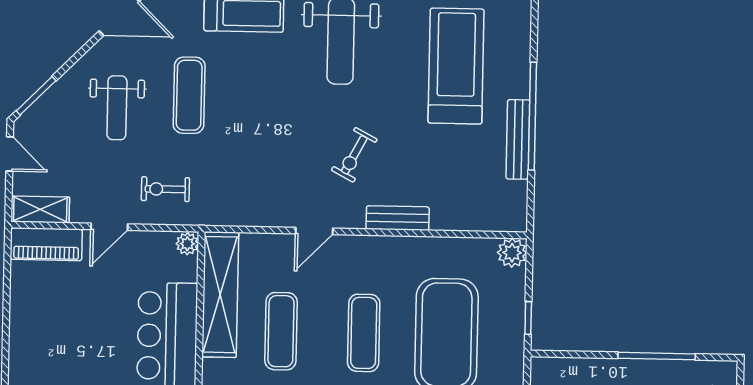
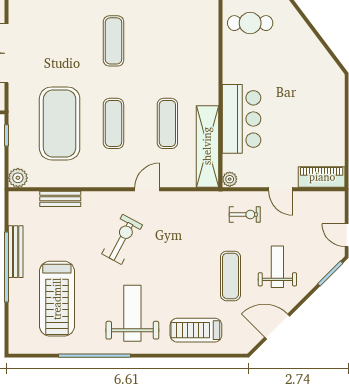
exercise bike: (354, 155) -> (122, 239), width x1.38, depth x1.39
shelving: (40, 209) -> (326, 200), removed
bench: (398, 218) -> (60, 199), moved
door: (109, 227) -> (281, 189), swing flipped

